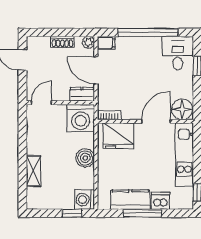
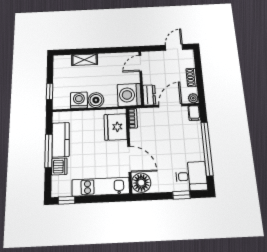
door: (41, 103) -> (140, 63), swing flipped
washing machine: (85, 200) -> (79, 100), moved

